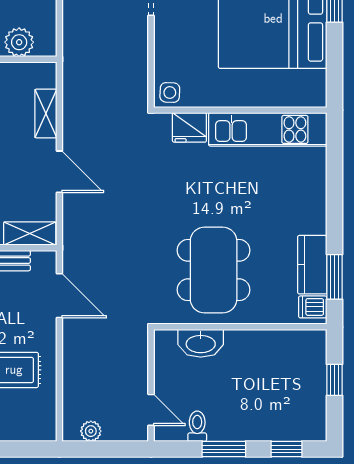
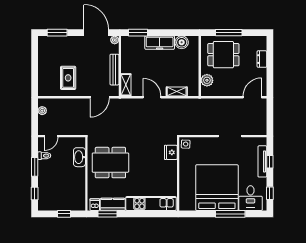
kitchen unit: (268, 129) -> (151, 204), moved, turned 90
door: (59, 172) -> (152, 97), swing flipped

